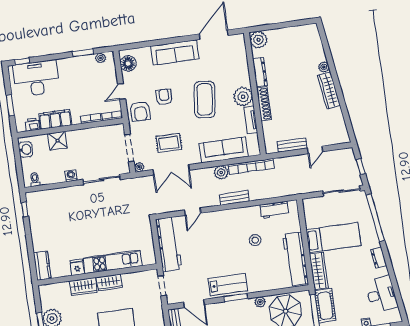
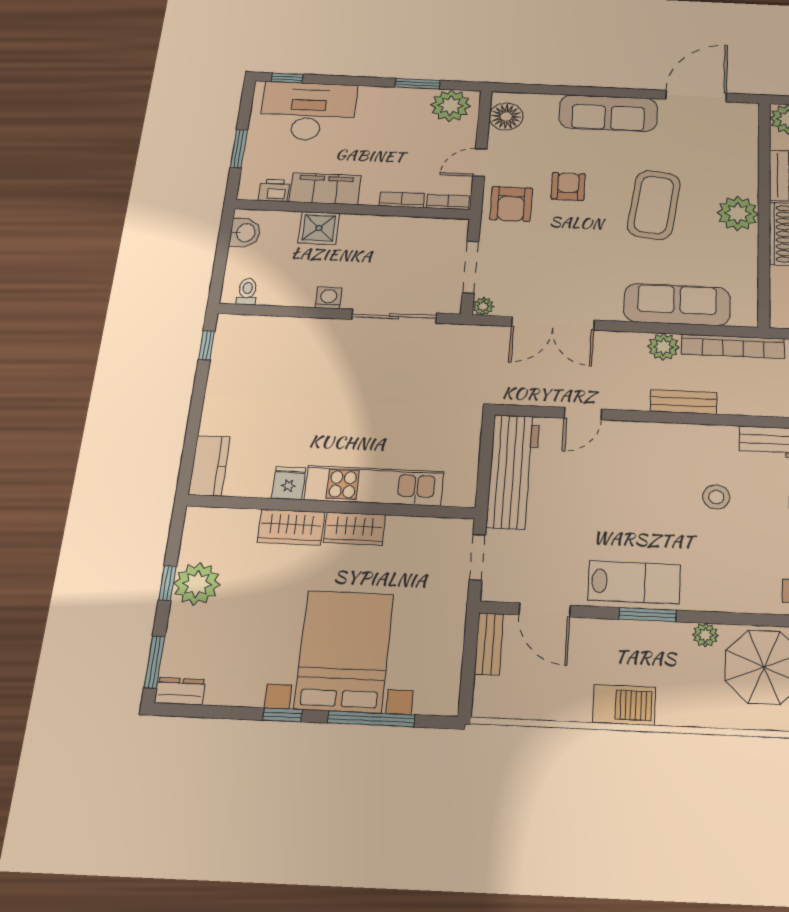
plant: (100, 58) -> (450, 106), width x1.88, depth x1.88
tv unit: (251, 120) -> (747, 258), removed
rug: (169, 143) -> (559, 272), removed

